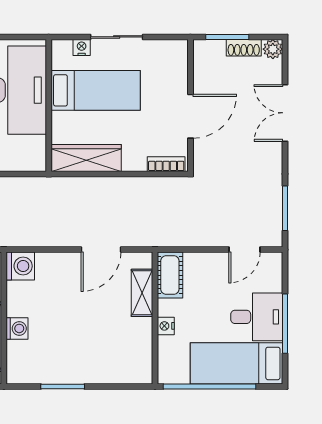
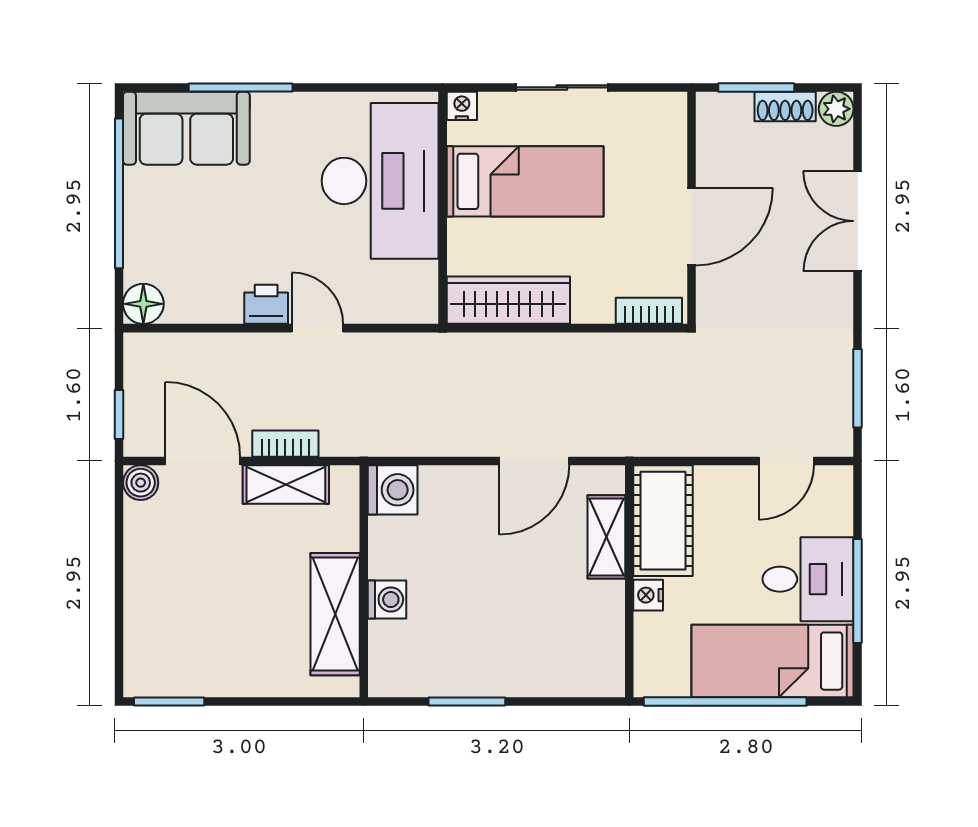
nightstand: (82, 47) -> (462, 106), moved
cot: (170, 275) -> (663, 521), width x1.37, depth x1.34

